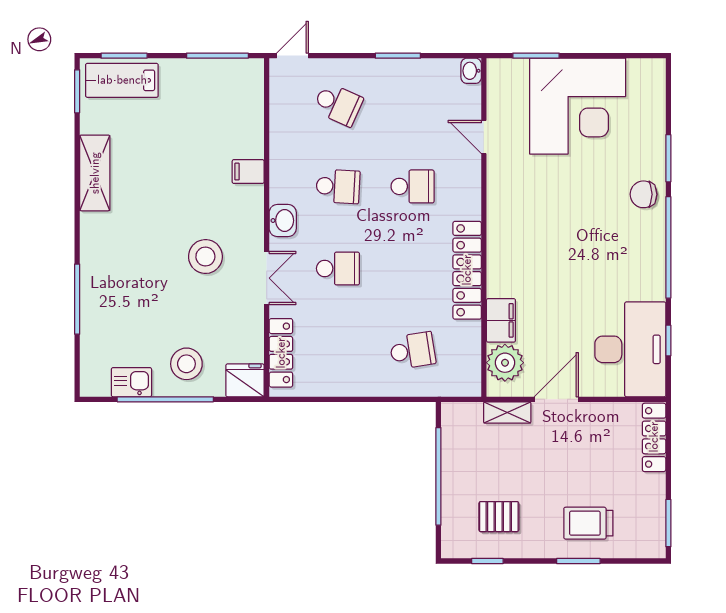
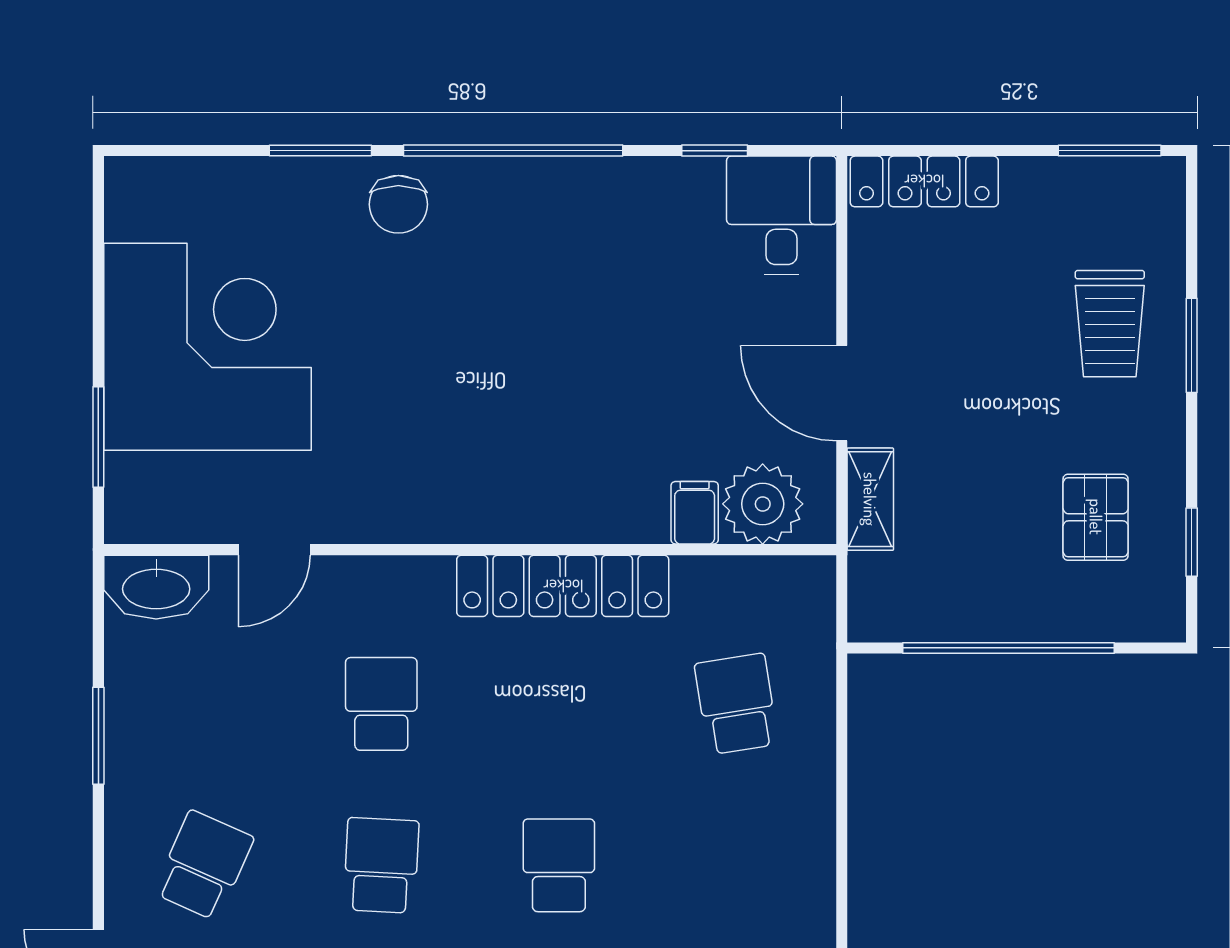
washbasin: (471, 71) -> (156, 587), width x1.91, depth x1.45
filing cabinet: (501, 320) -> (695, 513), width x0.50
desk: (630, 349) -> (782, 215), width x0.53, depth x0.77

